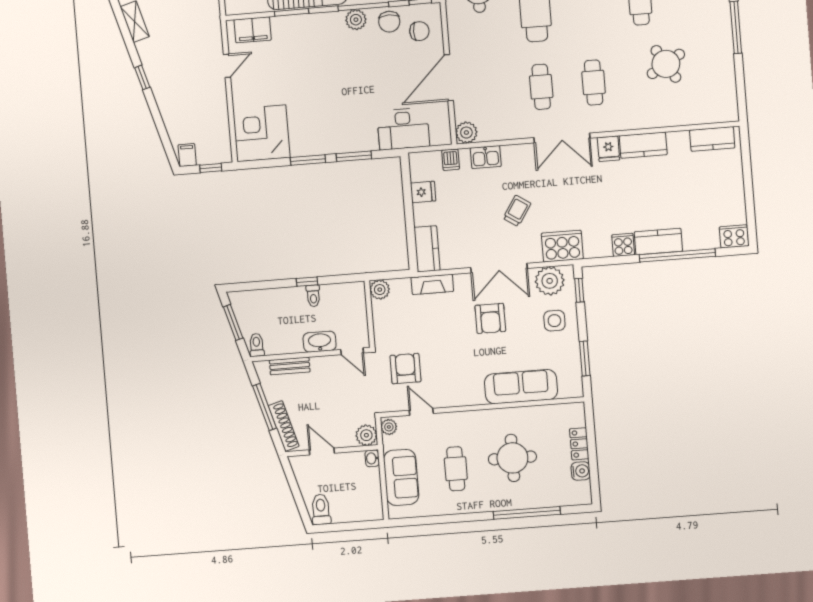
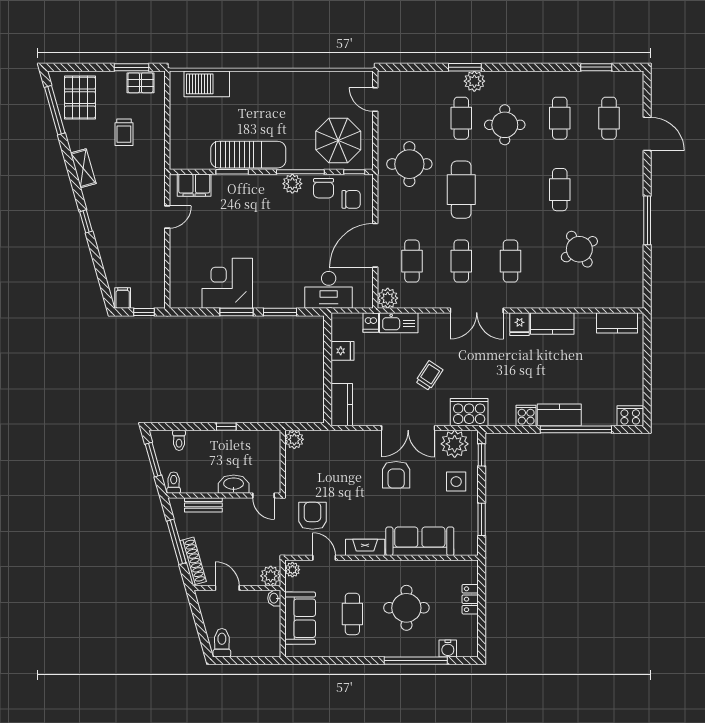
cafe table: (489, 91) -> (412, 261), added
corner desk: (261, 133) -> (227, 283), moved
kitchen sink: (486, 157) -> (399, 323), width x1.38
fireplace: (432, 284) -> (365, 547), moved, turned 180
toilet: (313, 296) -> (179, 440), moved
water cooler: (581, 471) -> (448, 648), moved, turned 90

